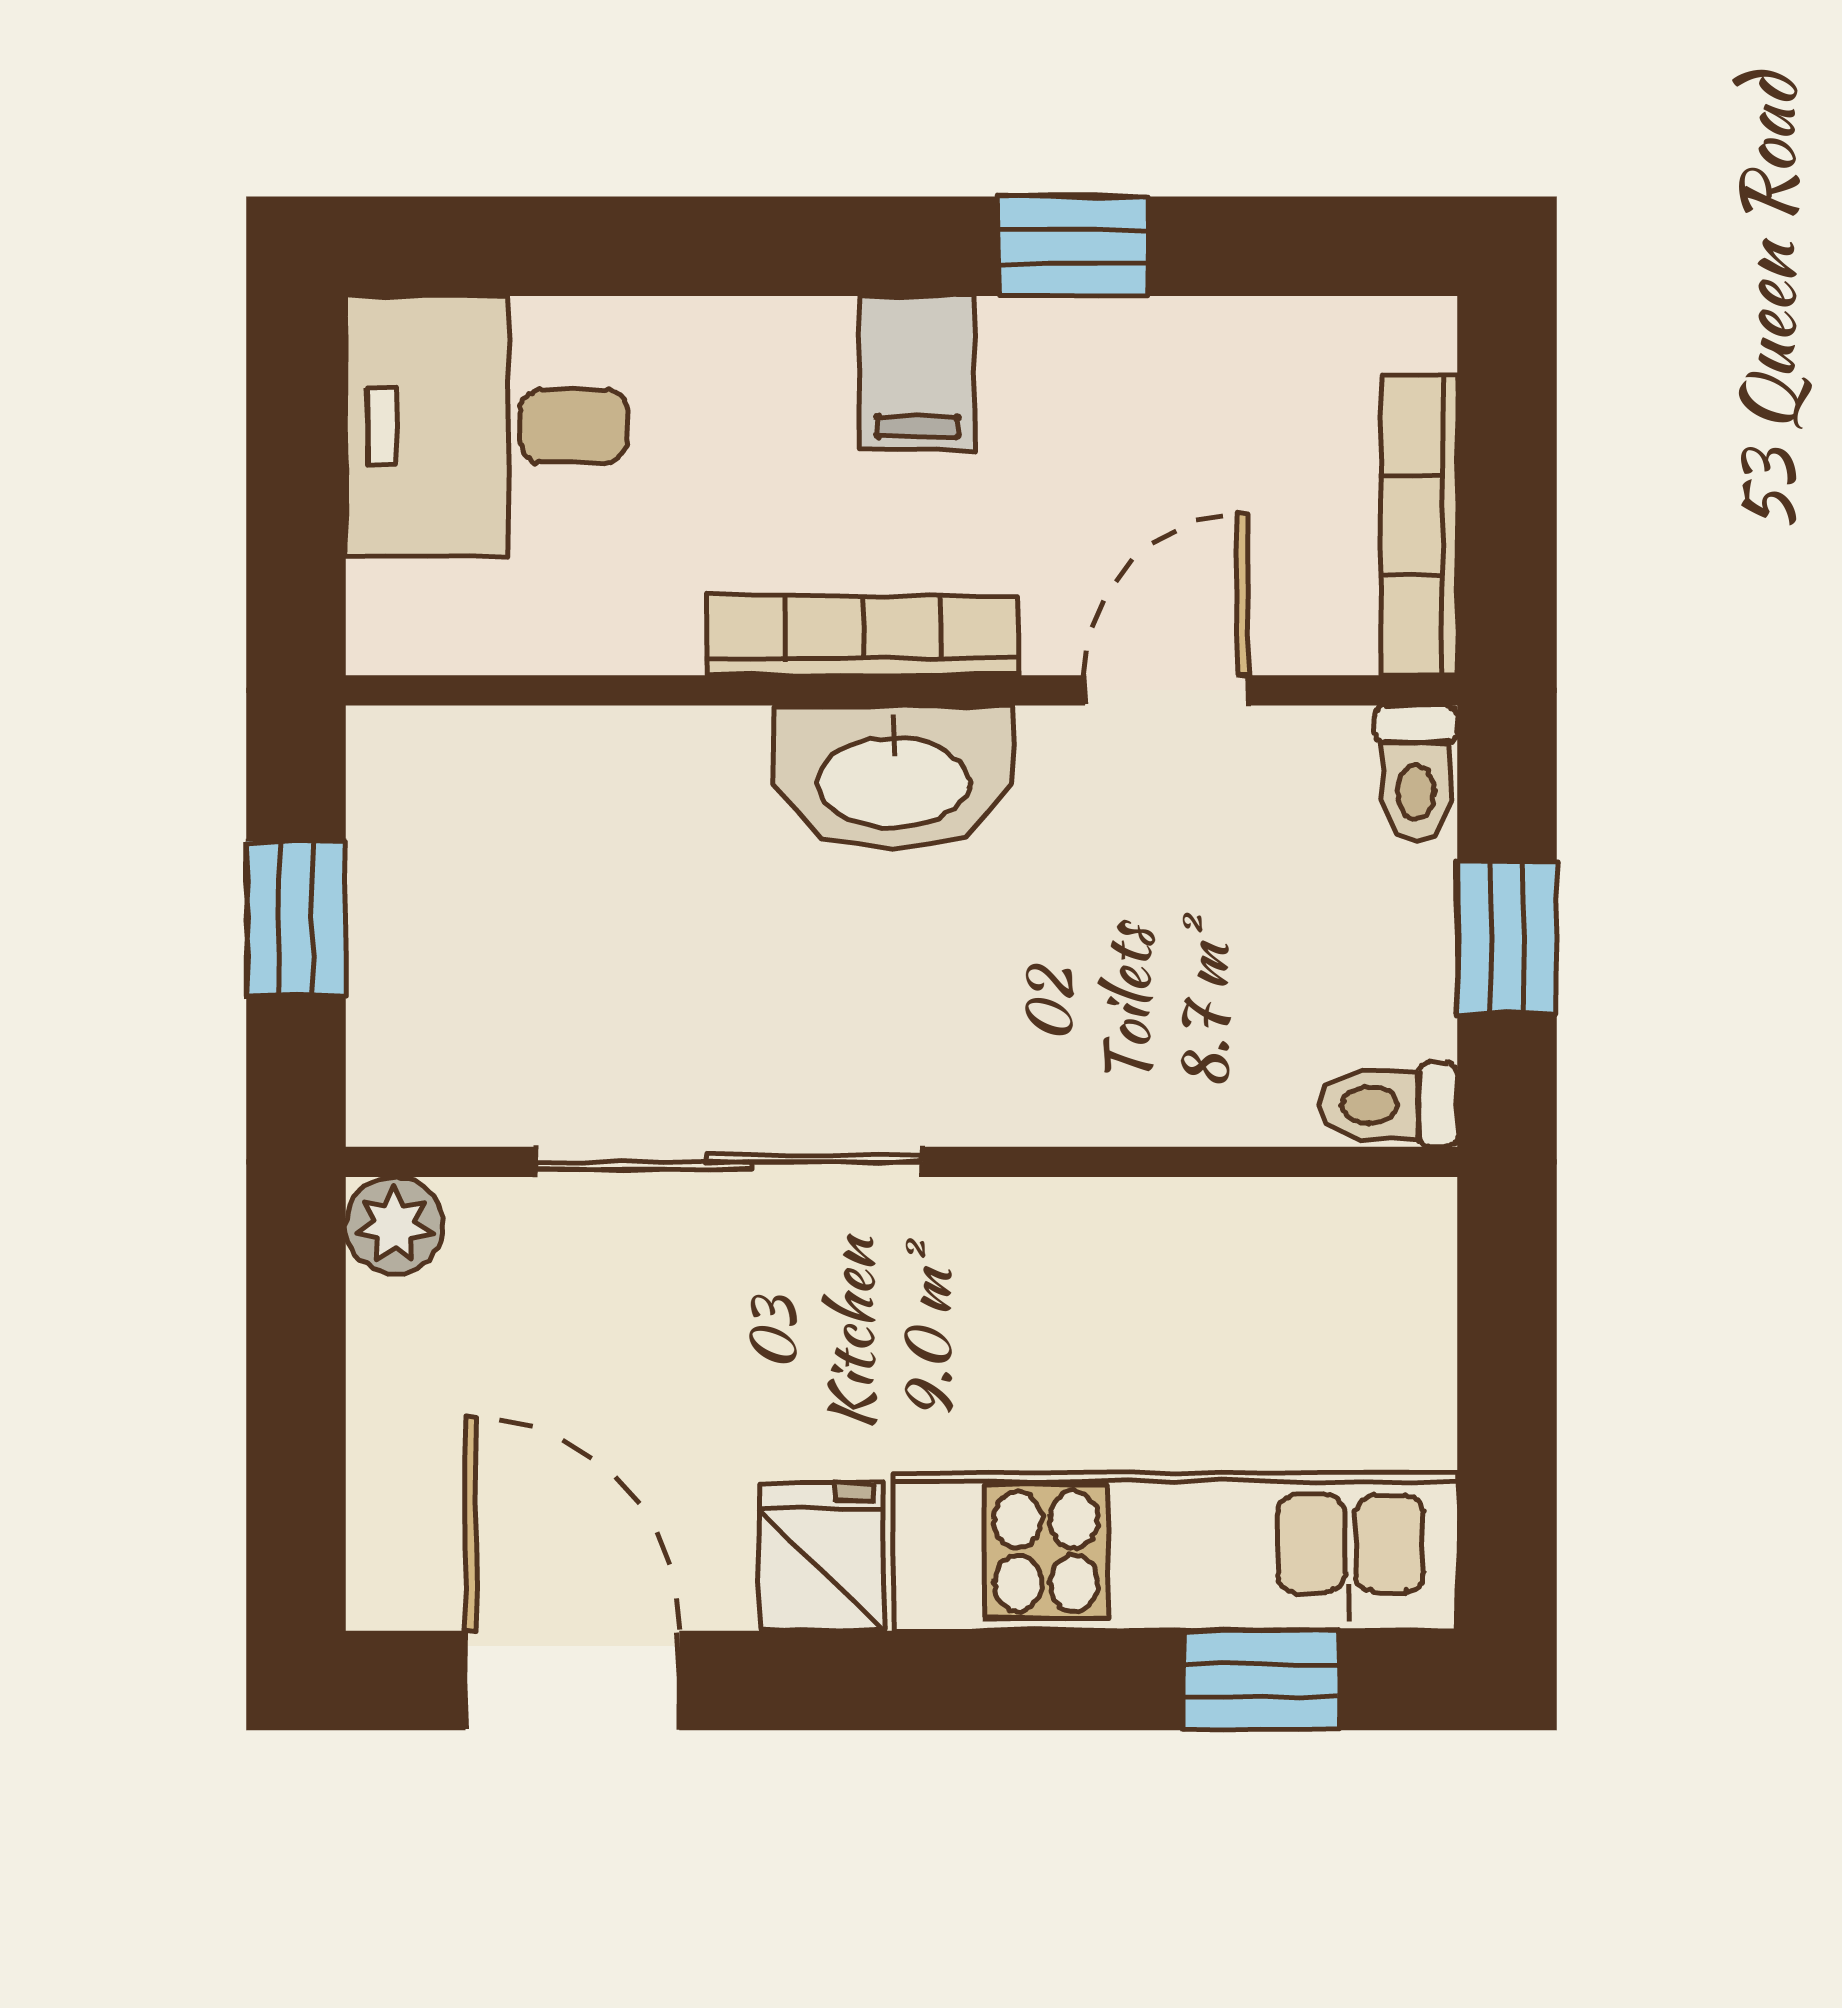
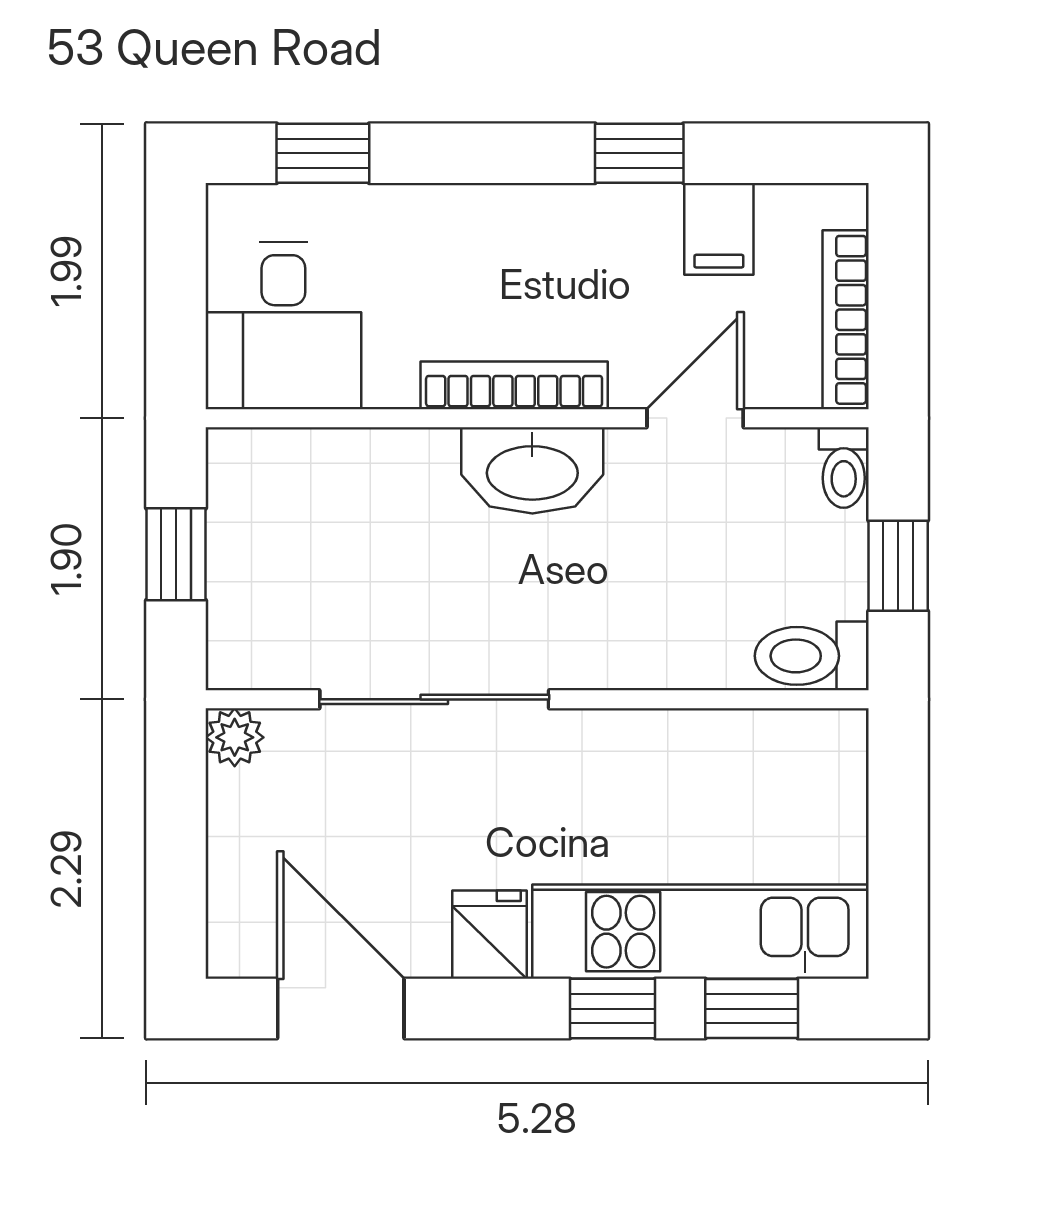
window: (542, 246) -> (323, 153), added
filing cabinet: (917, 373) -> (719, 229), moved
desk: (486, 426) -> (283, 325), moved, turned -90
toilet: (1389, 1105) -> (812, 656), width x1.37, depth x1.39
window: (1028, 1681) -> (613, 1009), added

